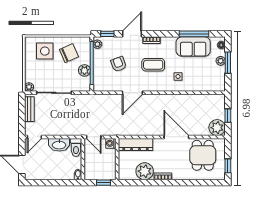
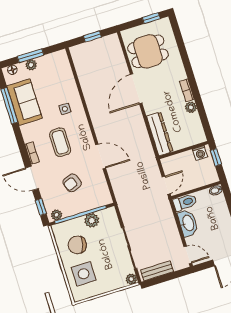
chair: (69, 53) -> (77, 245), turned -52
plant: (217, 128) -> (110, 45), removed
washing machine: (111, 143) -> (200, 153), moved
plant: (145, 171) -> (191, 107), width x0.53, depth x0.53

